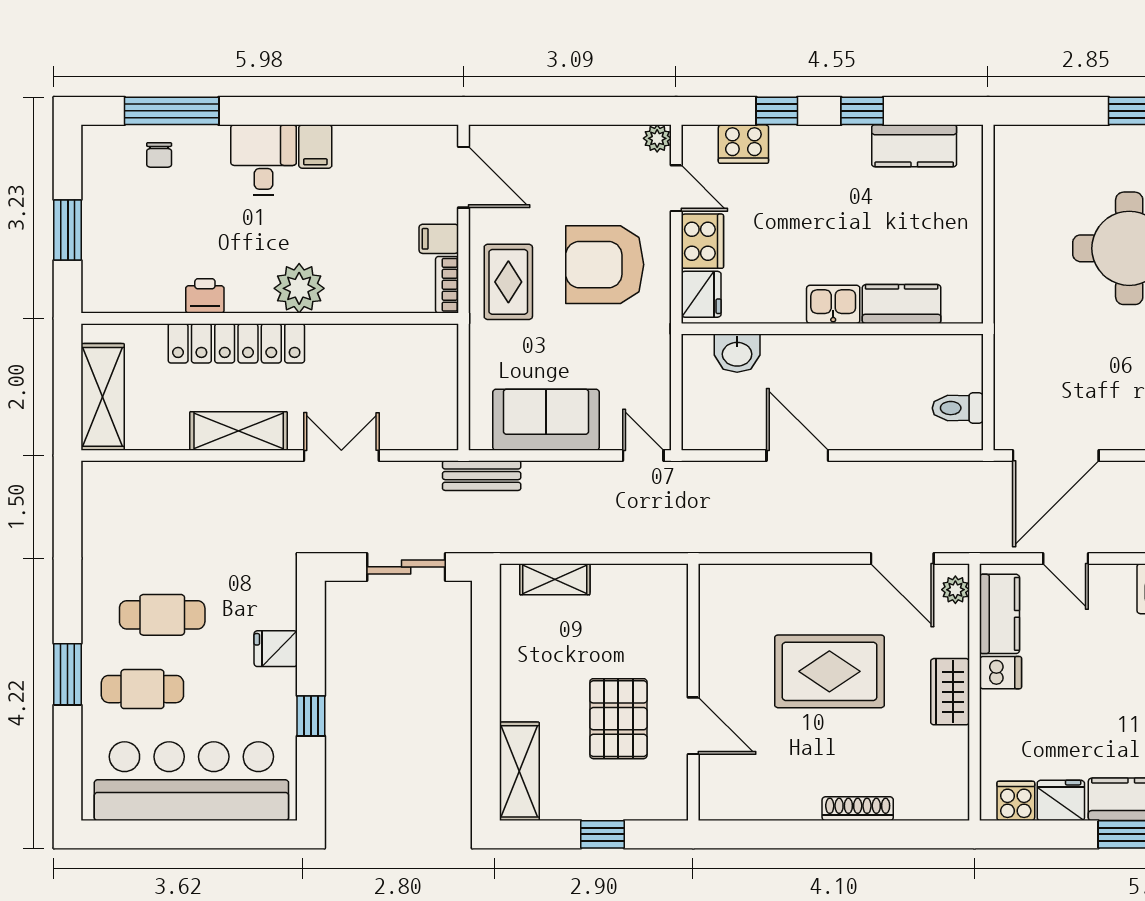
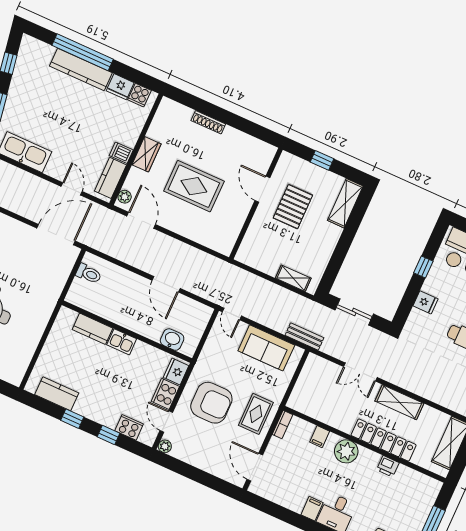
filing cabinet: (439, 239) -> (320, 437), moved, turned 90

